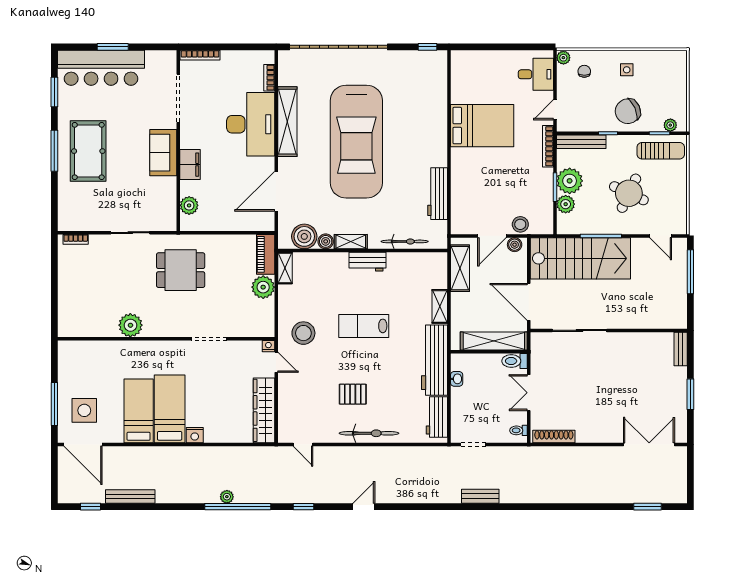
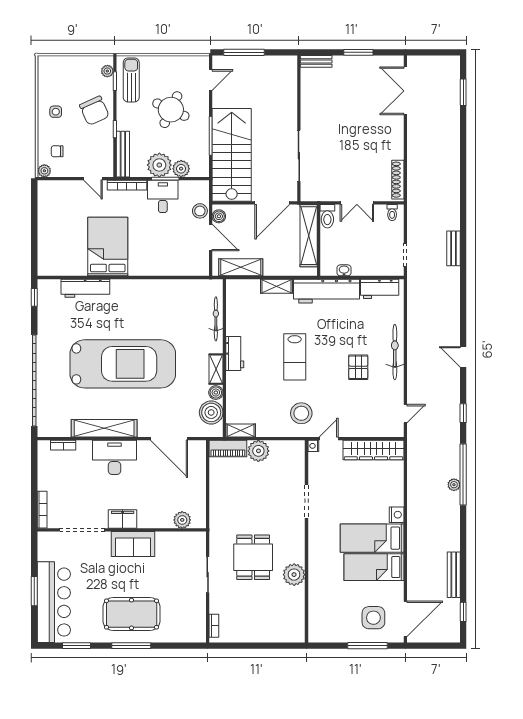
desk: (536, 74) -> (163, 196), moved
desk: (251, 124) -> (114, 457), width x0.73, depth x0.77
filing cabinet: (190, 165) -> (123, 519), moved
workbench: (438, 194) -> (85, 288), moved
dining table: (181, 270) -> (253, 557), moved

